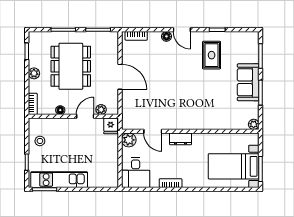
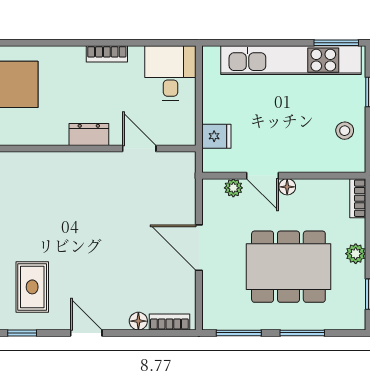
floor lamp: (166, 36) -> (138, 321), moved
dining table: (71, 66) -> (288, 267), turned 90
floor lamp: (60, 110) -> (287, 187), moved
door: (85, 116) -> (262, 176), hinge flipped
fridge: (111, 126) -> (216, 136), moved, turned 90
plant: (129, 140) -> (183, 133), removed
kitchen unit: (59, 180) -> (291, 60), width x1.36

